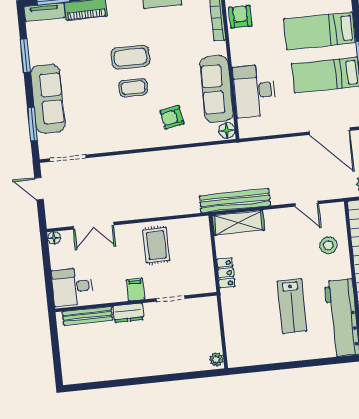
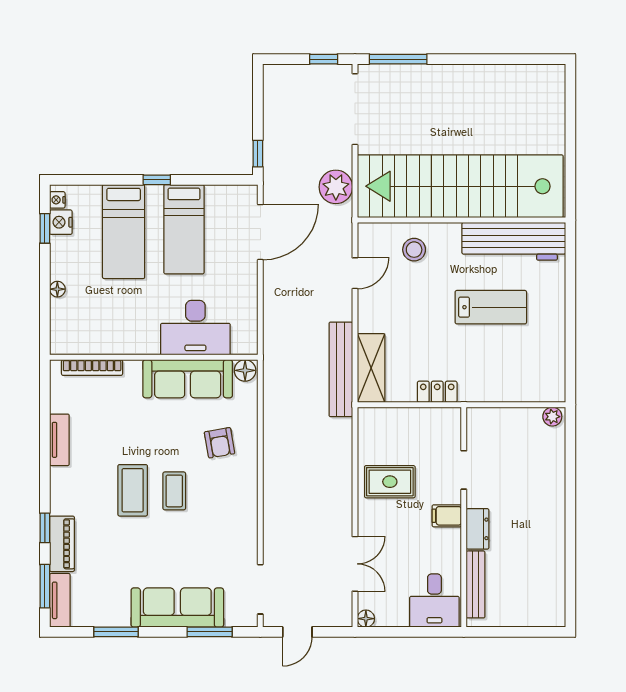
armchair: (240, 17) -> (94, 337), removed

